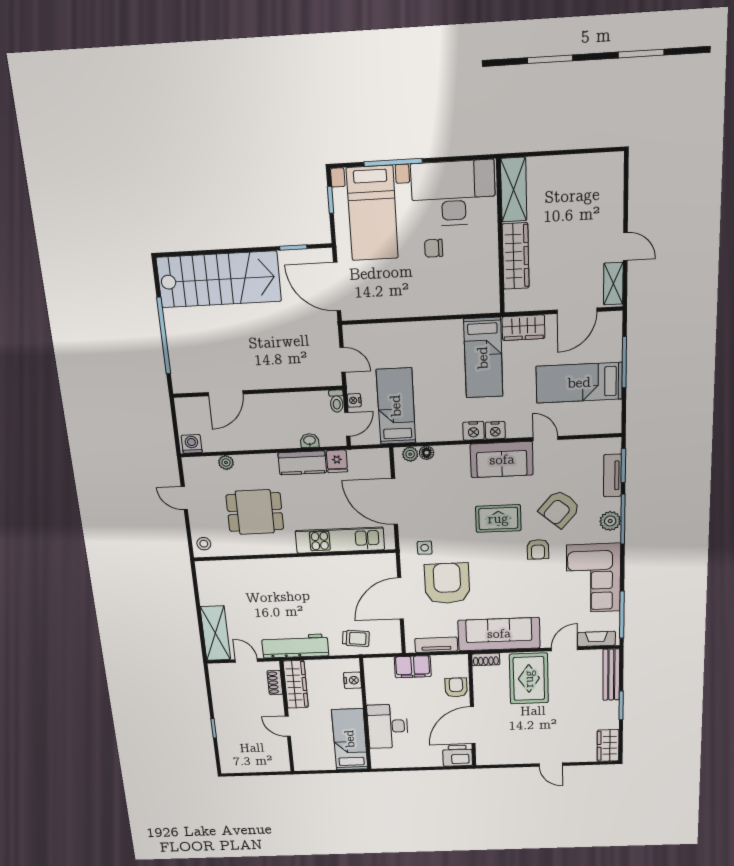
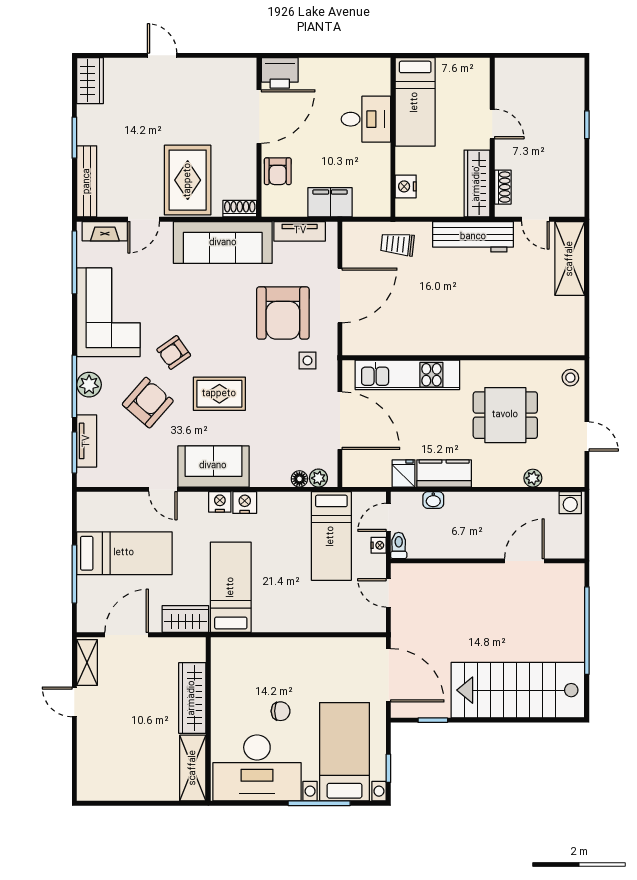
armchair: (538, 549) -> (174, 353), turned -125
desk: (388, 726) -> (366, 119), width x0.73

